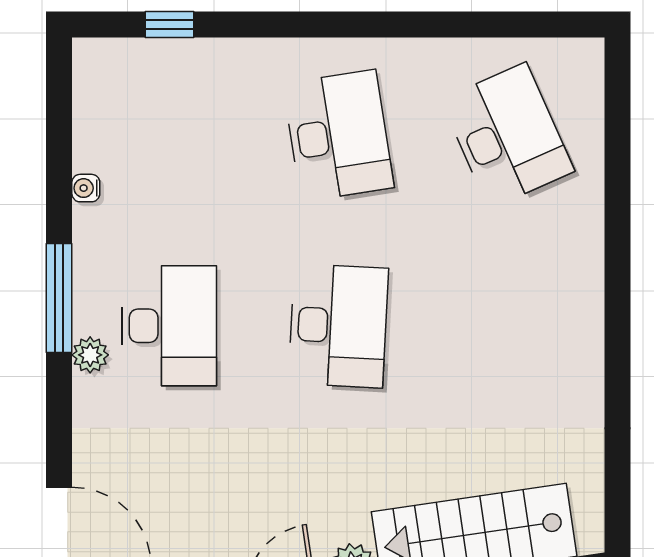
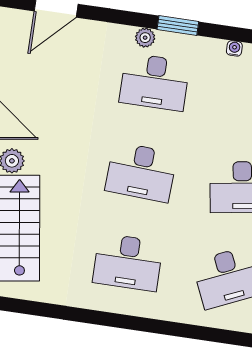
window: (59, 298) -> (178, 26), width x0.69
desk: (508, 326) -> (128, 262), added

